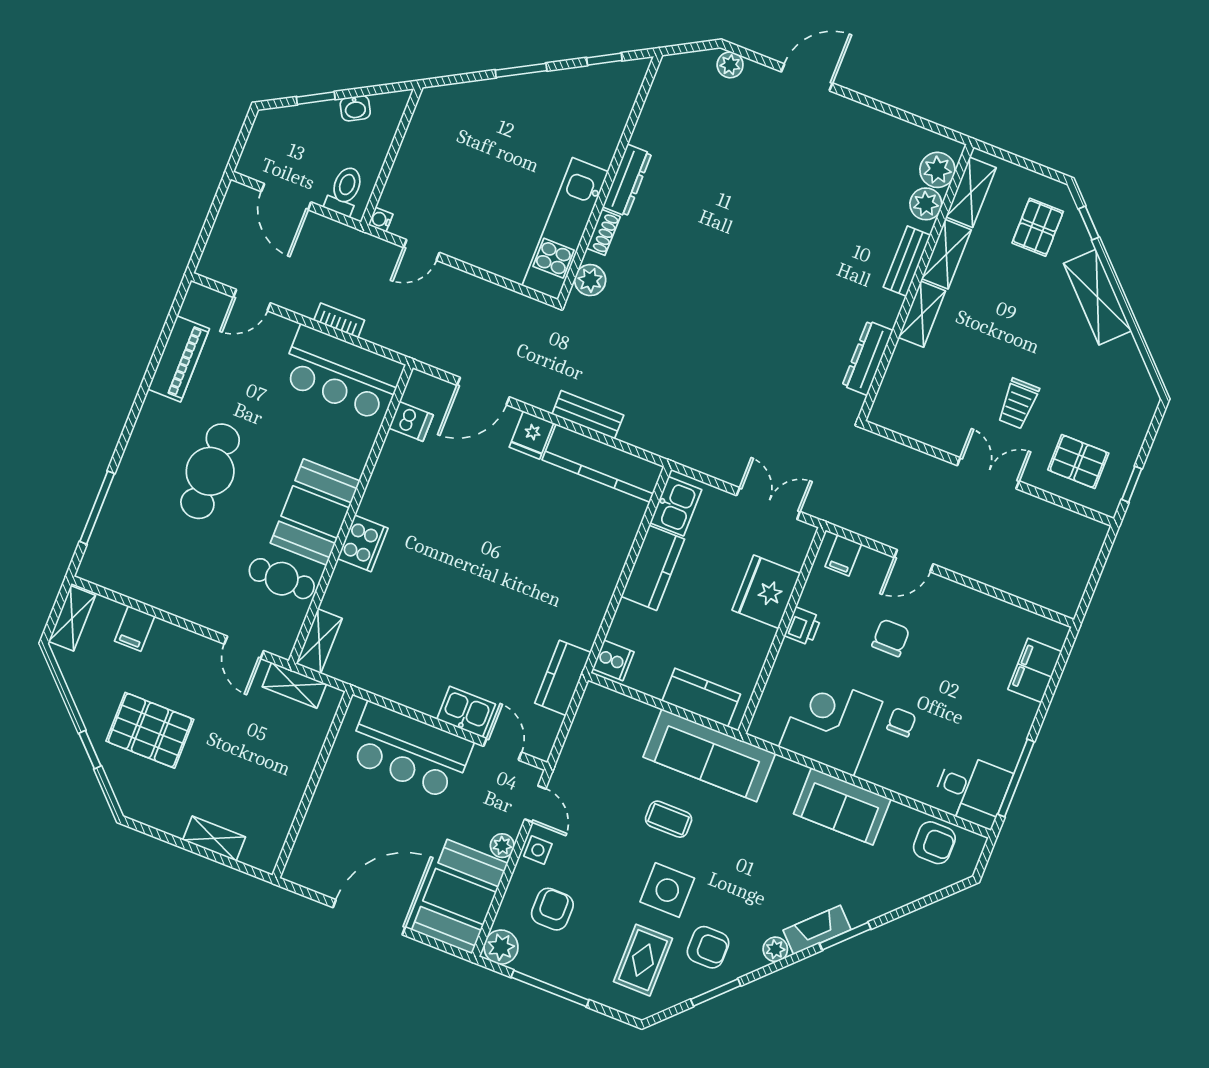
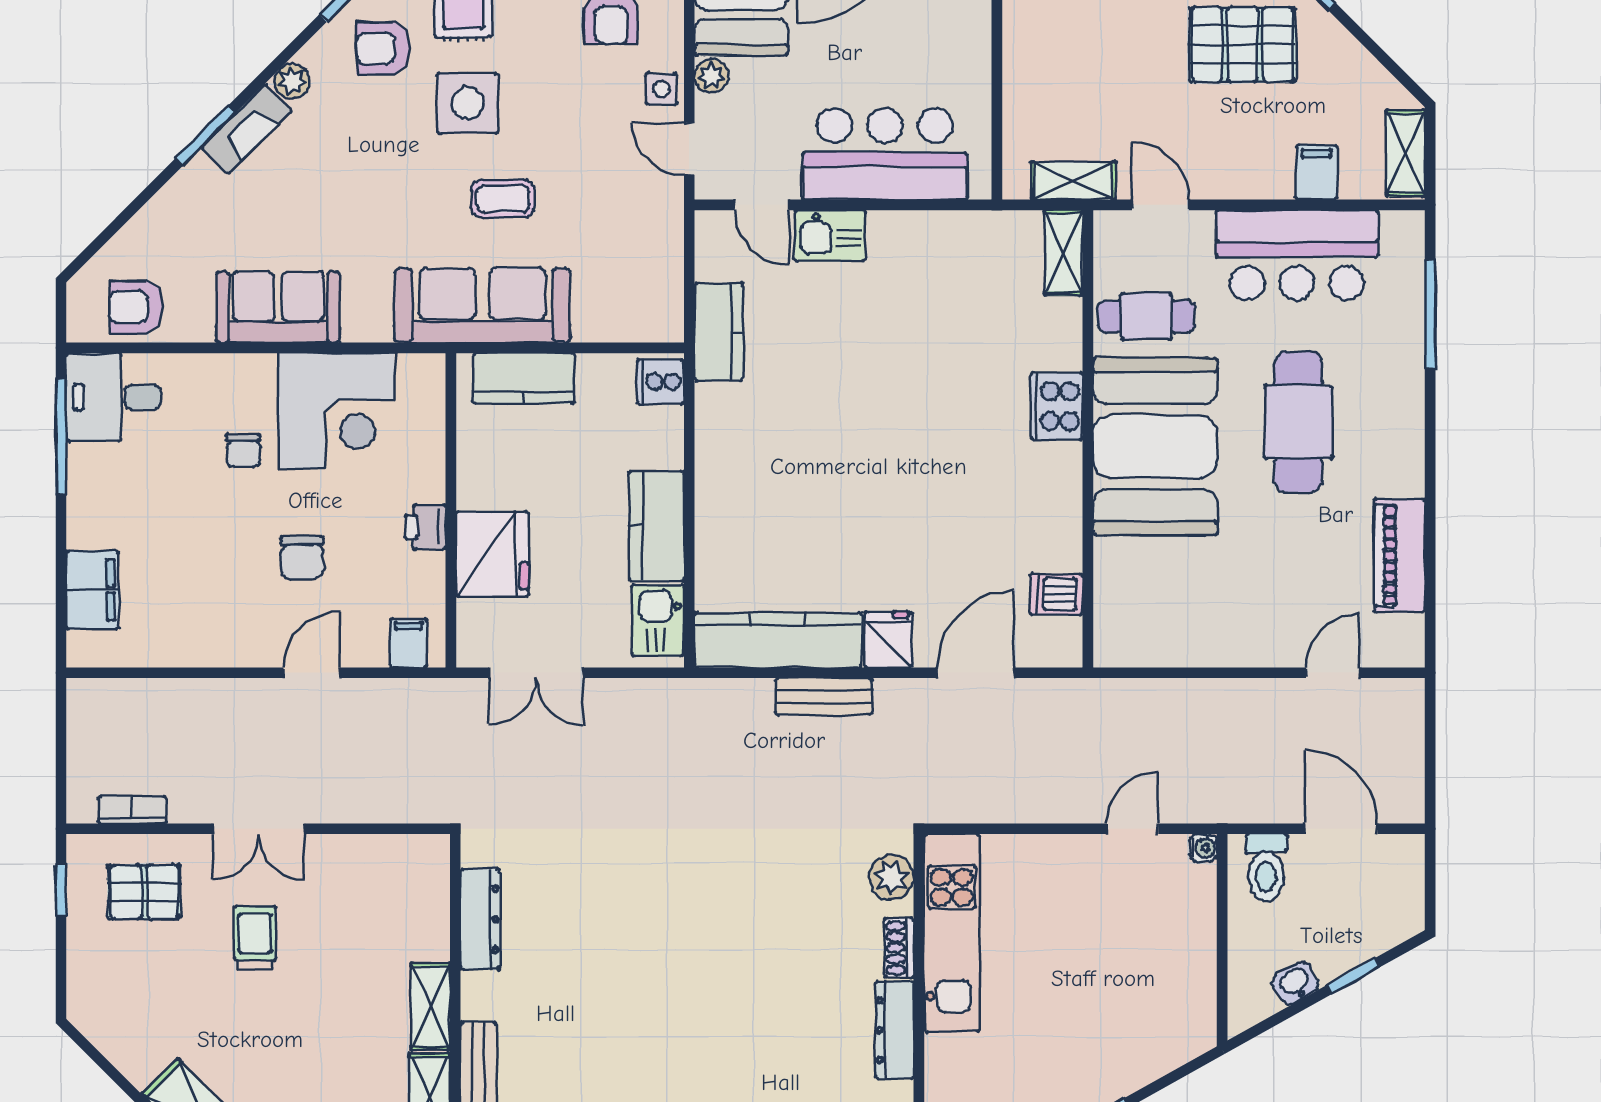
bookcase: (339, 320) -> (132, 810), moved, turned 180
bar counter: (342, 373) -> (1297, 255), moved, turned 180
booth: (315, 512) -> (1155, 447), width x1.36, depth x1.42

